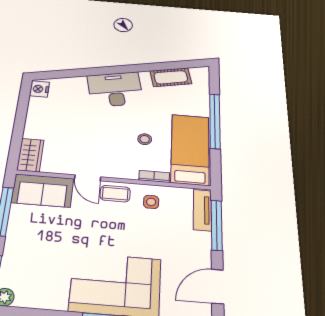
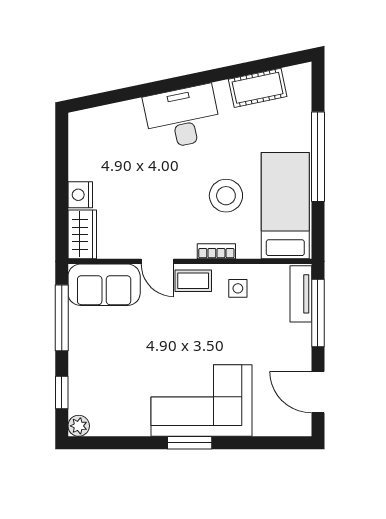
nightstand: (39, 89) -> (80, 195), moved
stool: (145, 139) -> (226, 196), width x1.89, depth x1.89
bookcase: (154, 176) -> (216, 251), moved
door: (218, 286) -> (318, 392), hinge flipped

